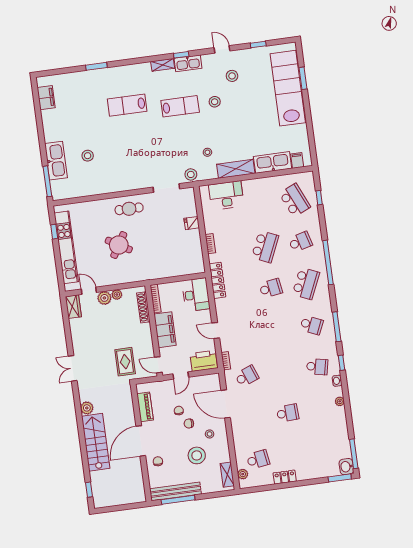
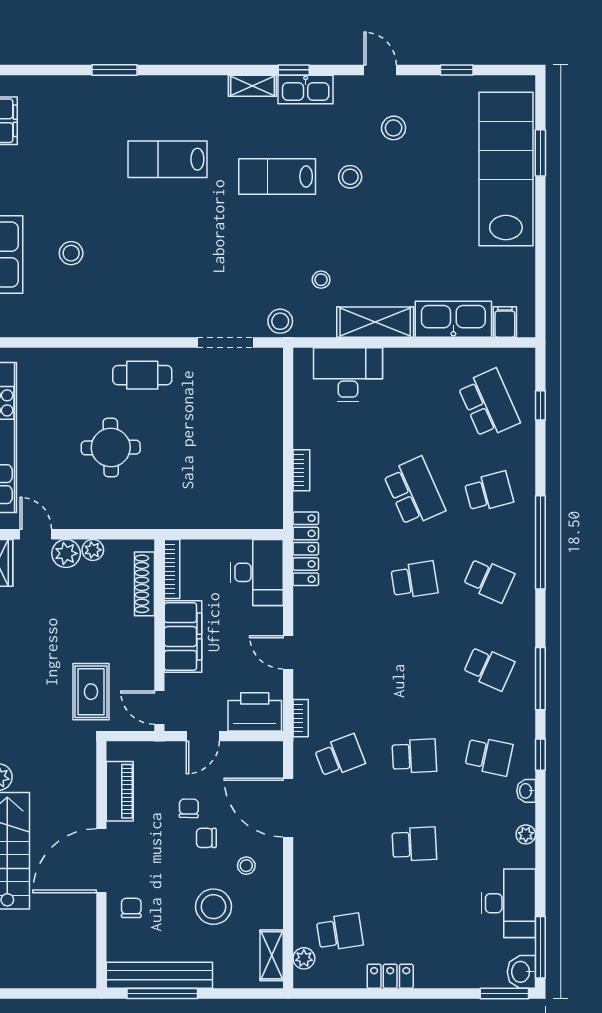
lab bench: (180, 106) -> (277, 177), turned 180
fridge: (192, 223) -> (268, 422), removed
round table: (119, 245) -> (111, 447), turned -32
school desk: (265, 247) -> (414, 492), turned -48
school desk: (306, 283) -> (489, 580), width x0.54
school desk: (282, 371) -> (414, 756), added
desk: (336, 435) -> (508, 903), added

